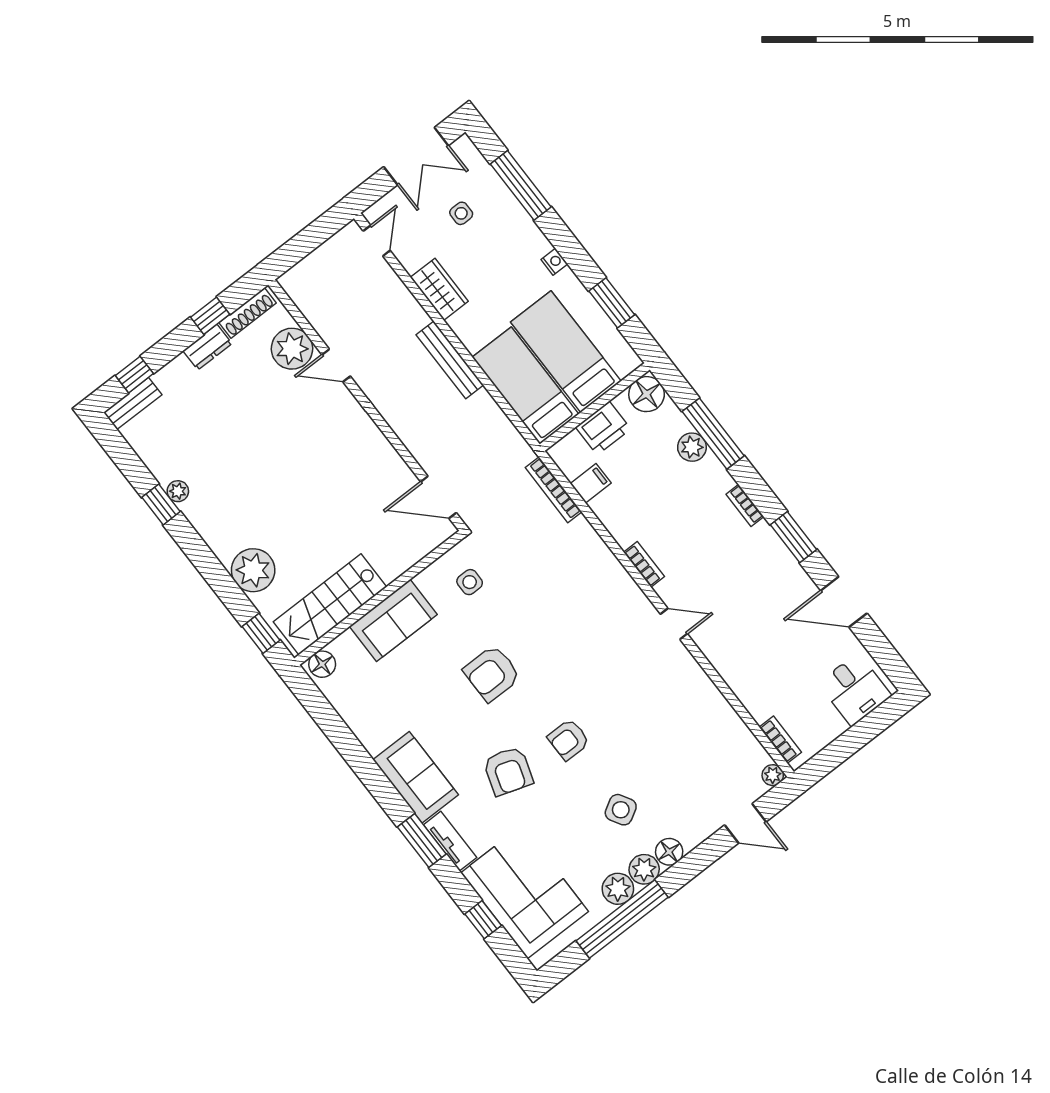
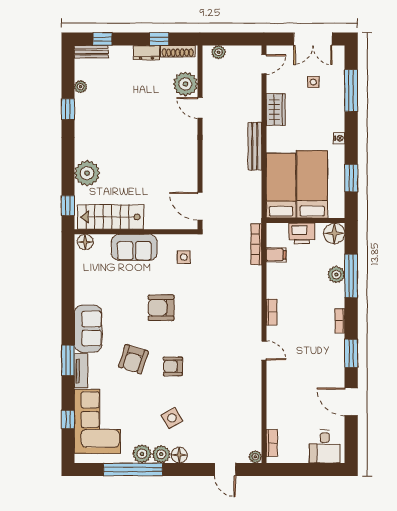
plant: (304, 272) -> (219, 52), added
plant: (178, 491) -> (81, 87), moved

